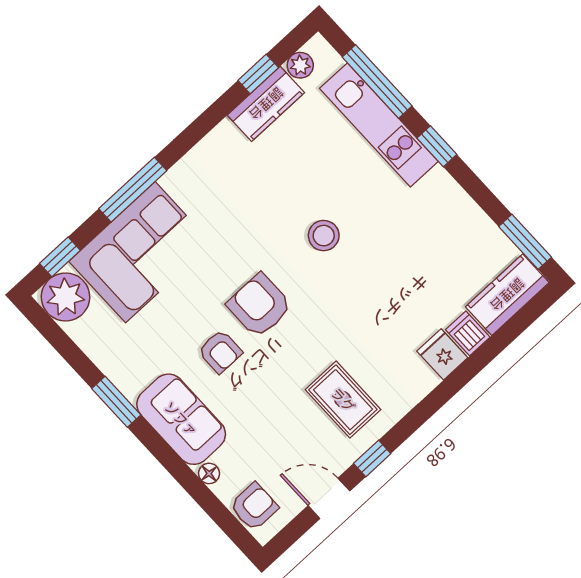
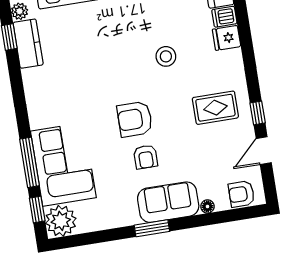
window: (133, 190) -> (30, 162), moved
stool: (324, 236) -> (166, 56), moved
armchair: (220, 352) -> (146, 157), turned 90
window: (116, 402) -> (152, 228), moved
armchair: (254, 507) -> (241, 194), turned -90

